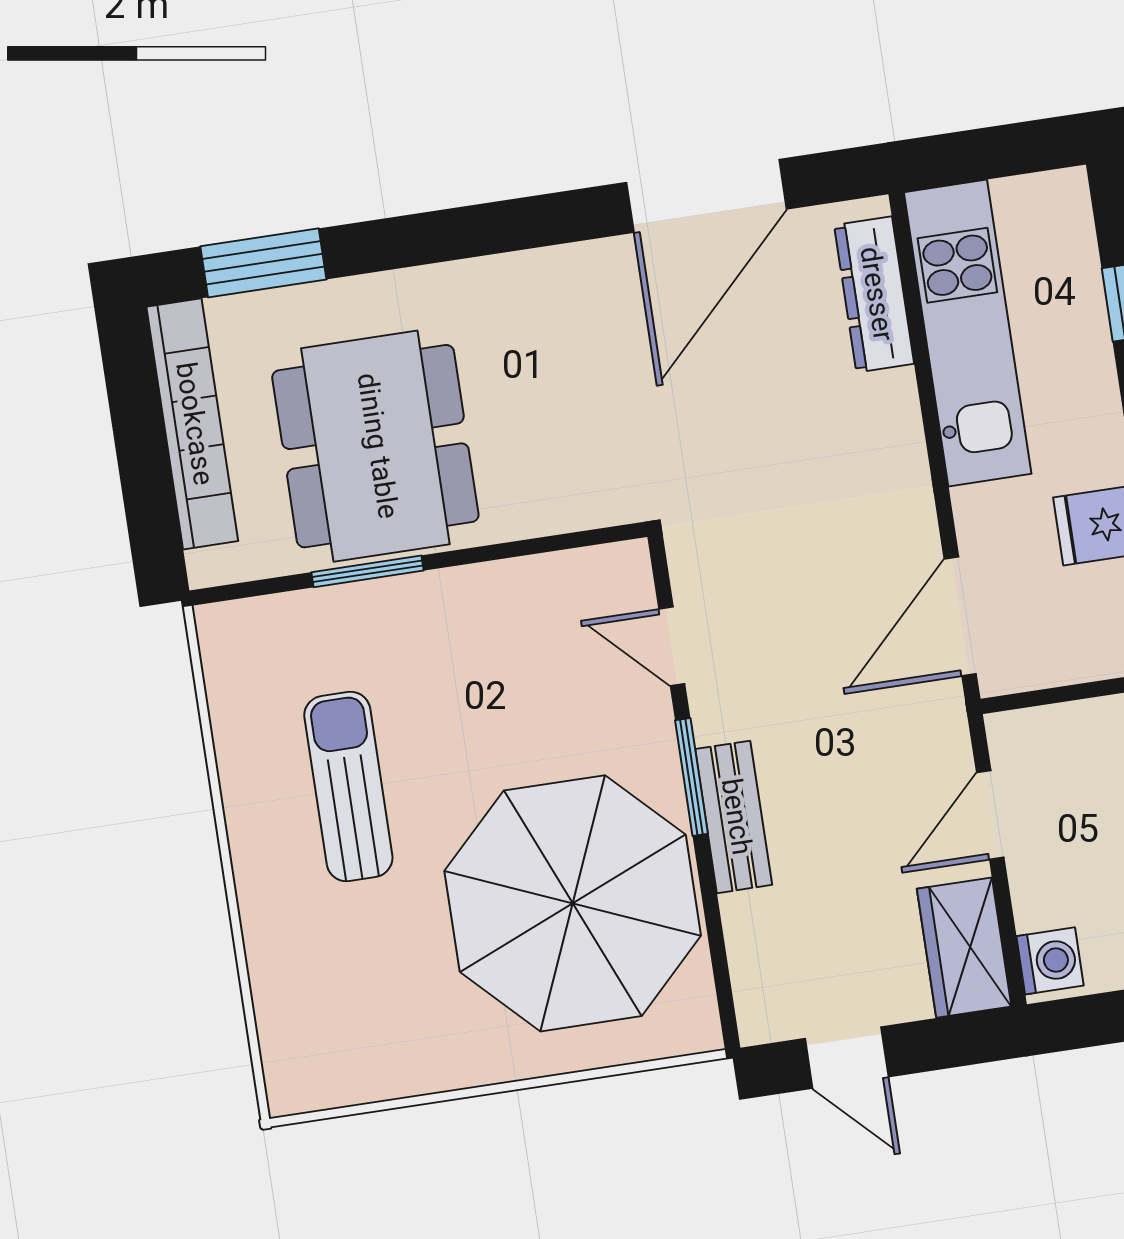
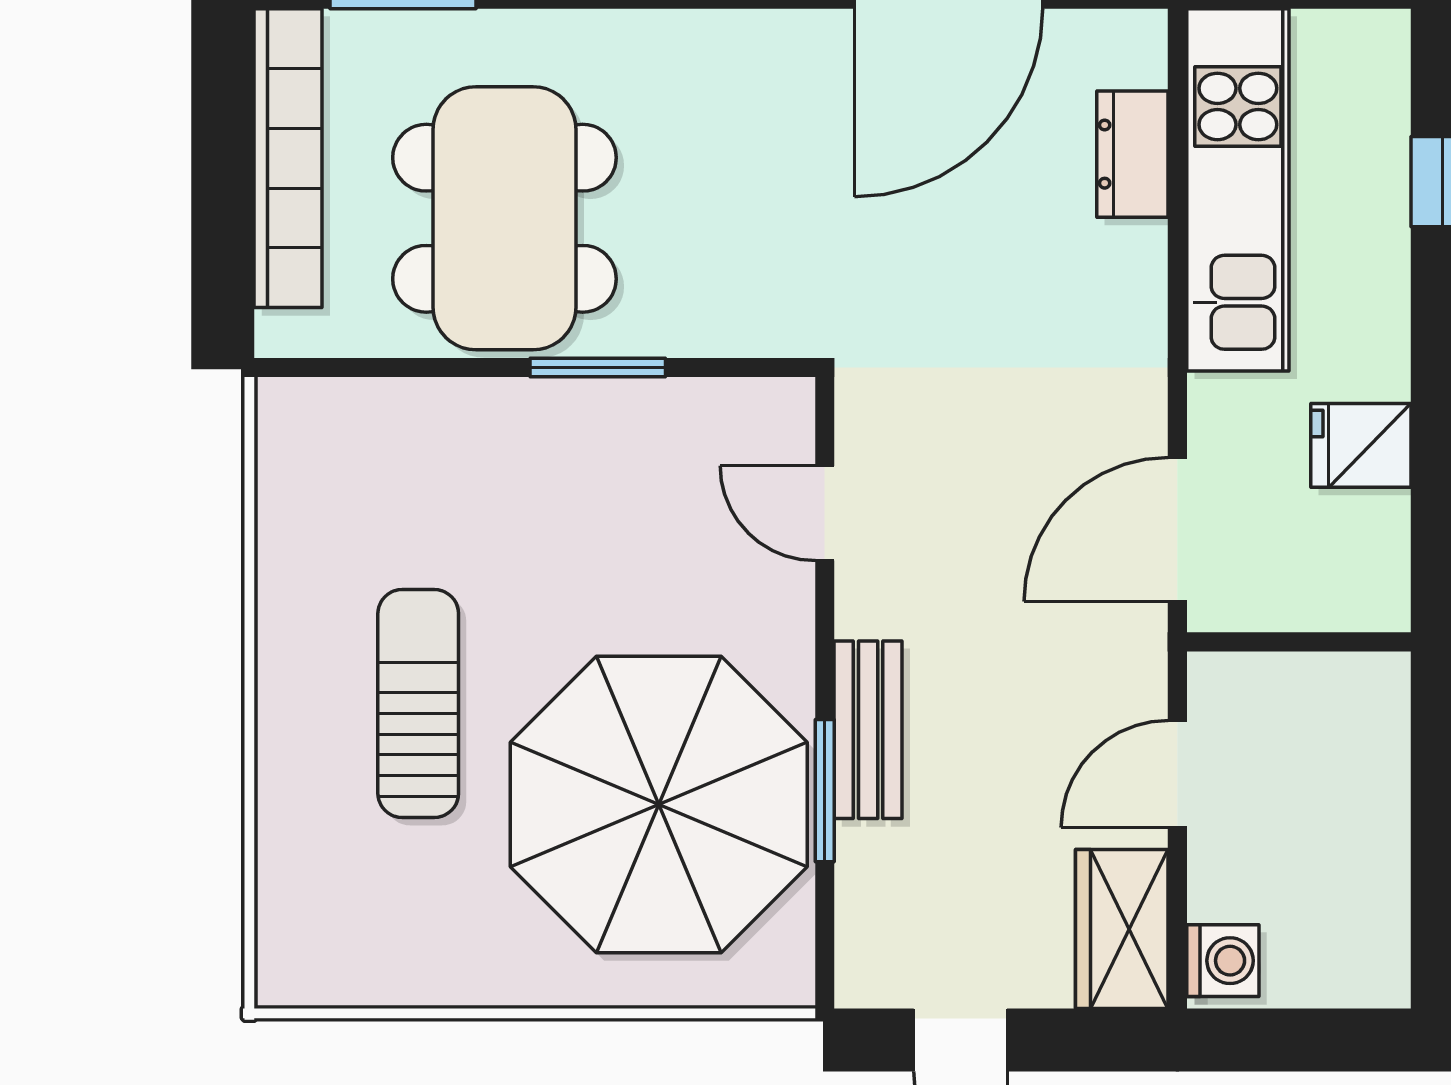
dresser: (874, 294) -> (1132, 154), width x0.70
window: (367, 571) -> (598, 368), moved
window: (691, 777) -> (825, 791), moved
sun lounger: (348, 786) -> (418, 704), moved

